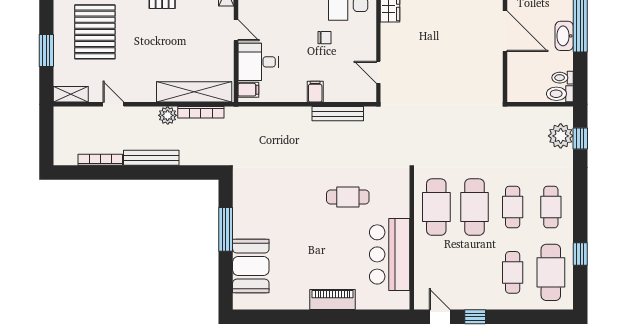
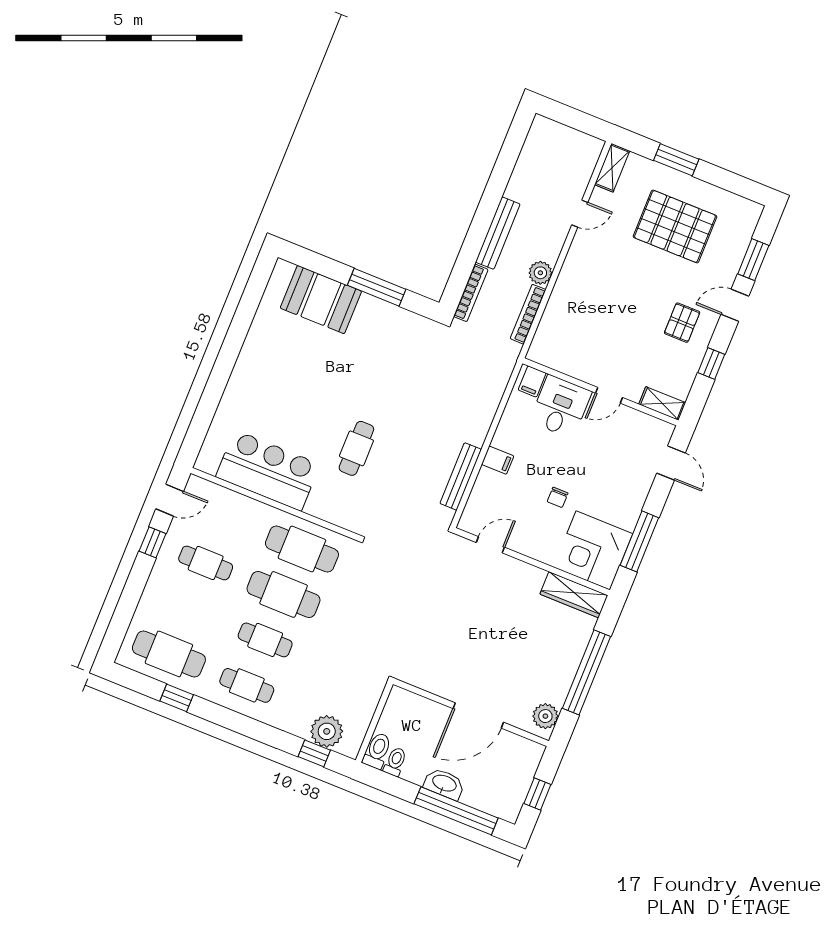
shelving: (194, 92) -> (556, 316), removed
bookcase: (100, 160) -> (471, 293), moved
cafe table: (513, 272) -> (206, 563), moved
piano: (333, 300) -> (242, 381), removed

